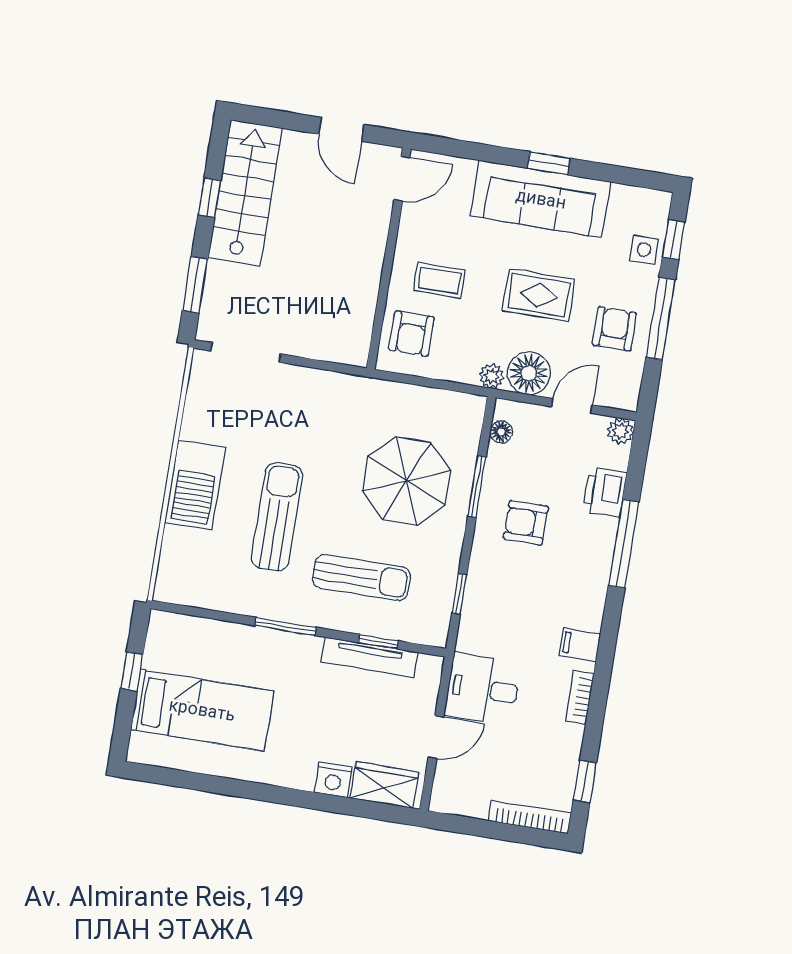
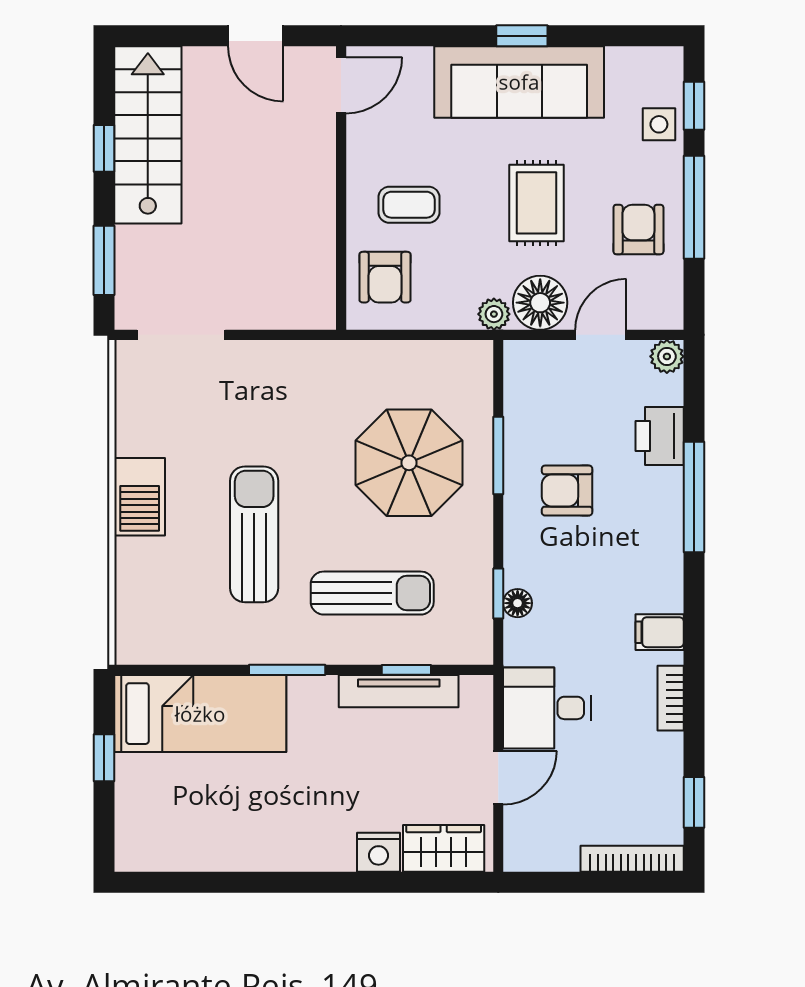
rug: (539, 295) -> (537, 203), turned 90
floor lamp: (501, 432) -> (518, 603), moved
barbecue: (195, 485) -> (140, 497), width x0.73, depth x0.83
bed: (202, 710) -> (200, 714), moved

